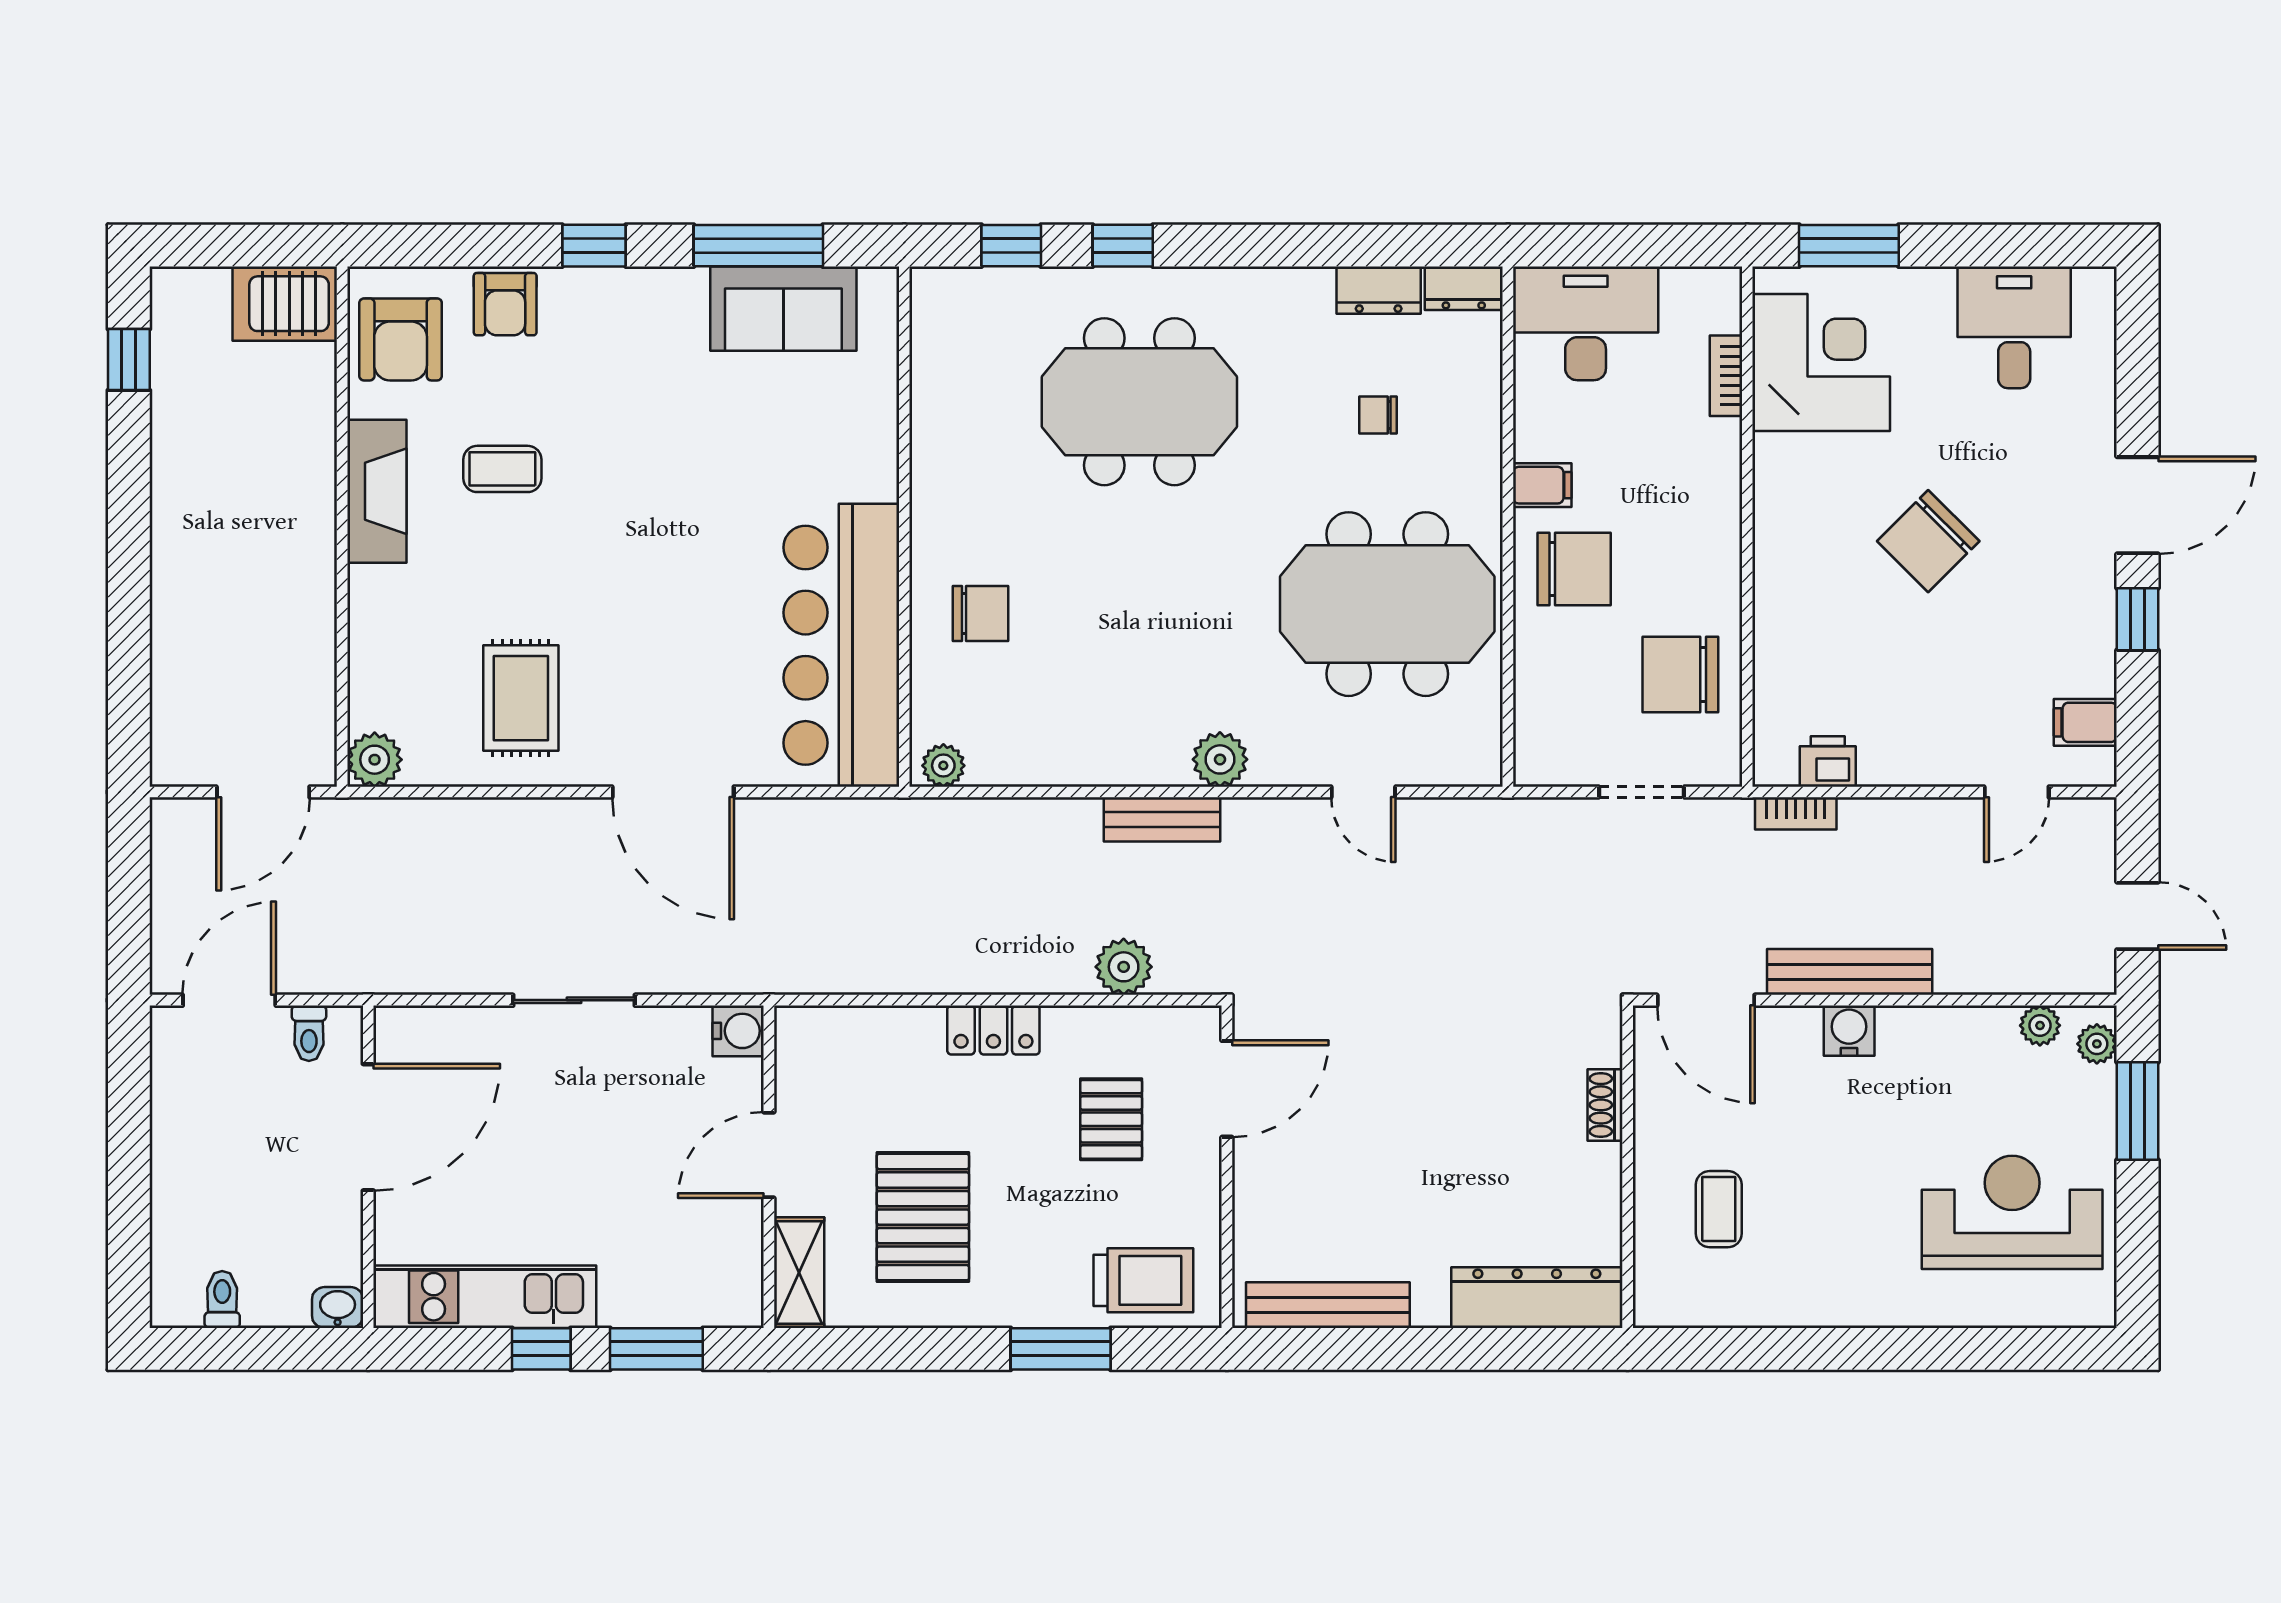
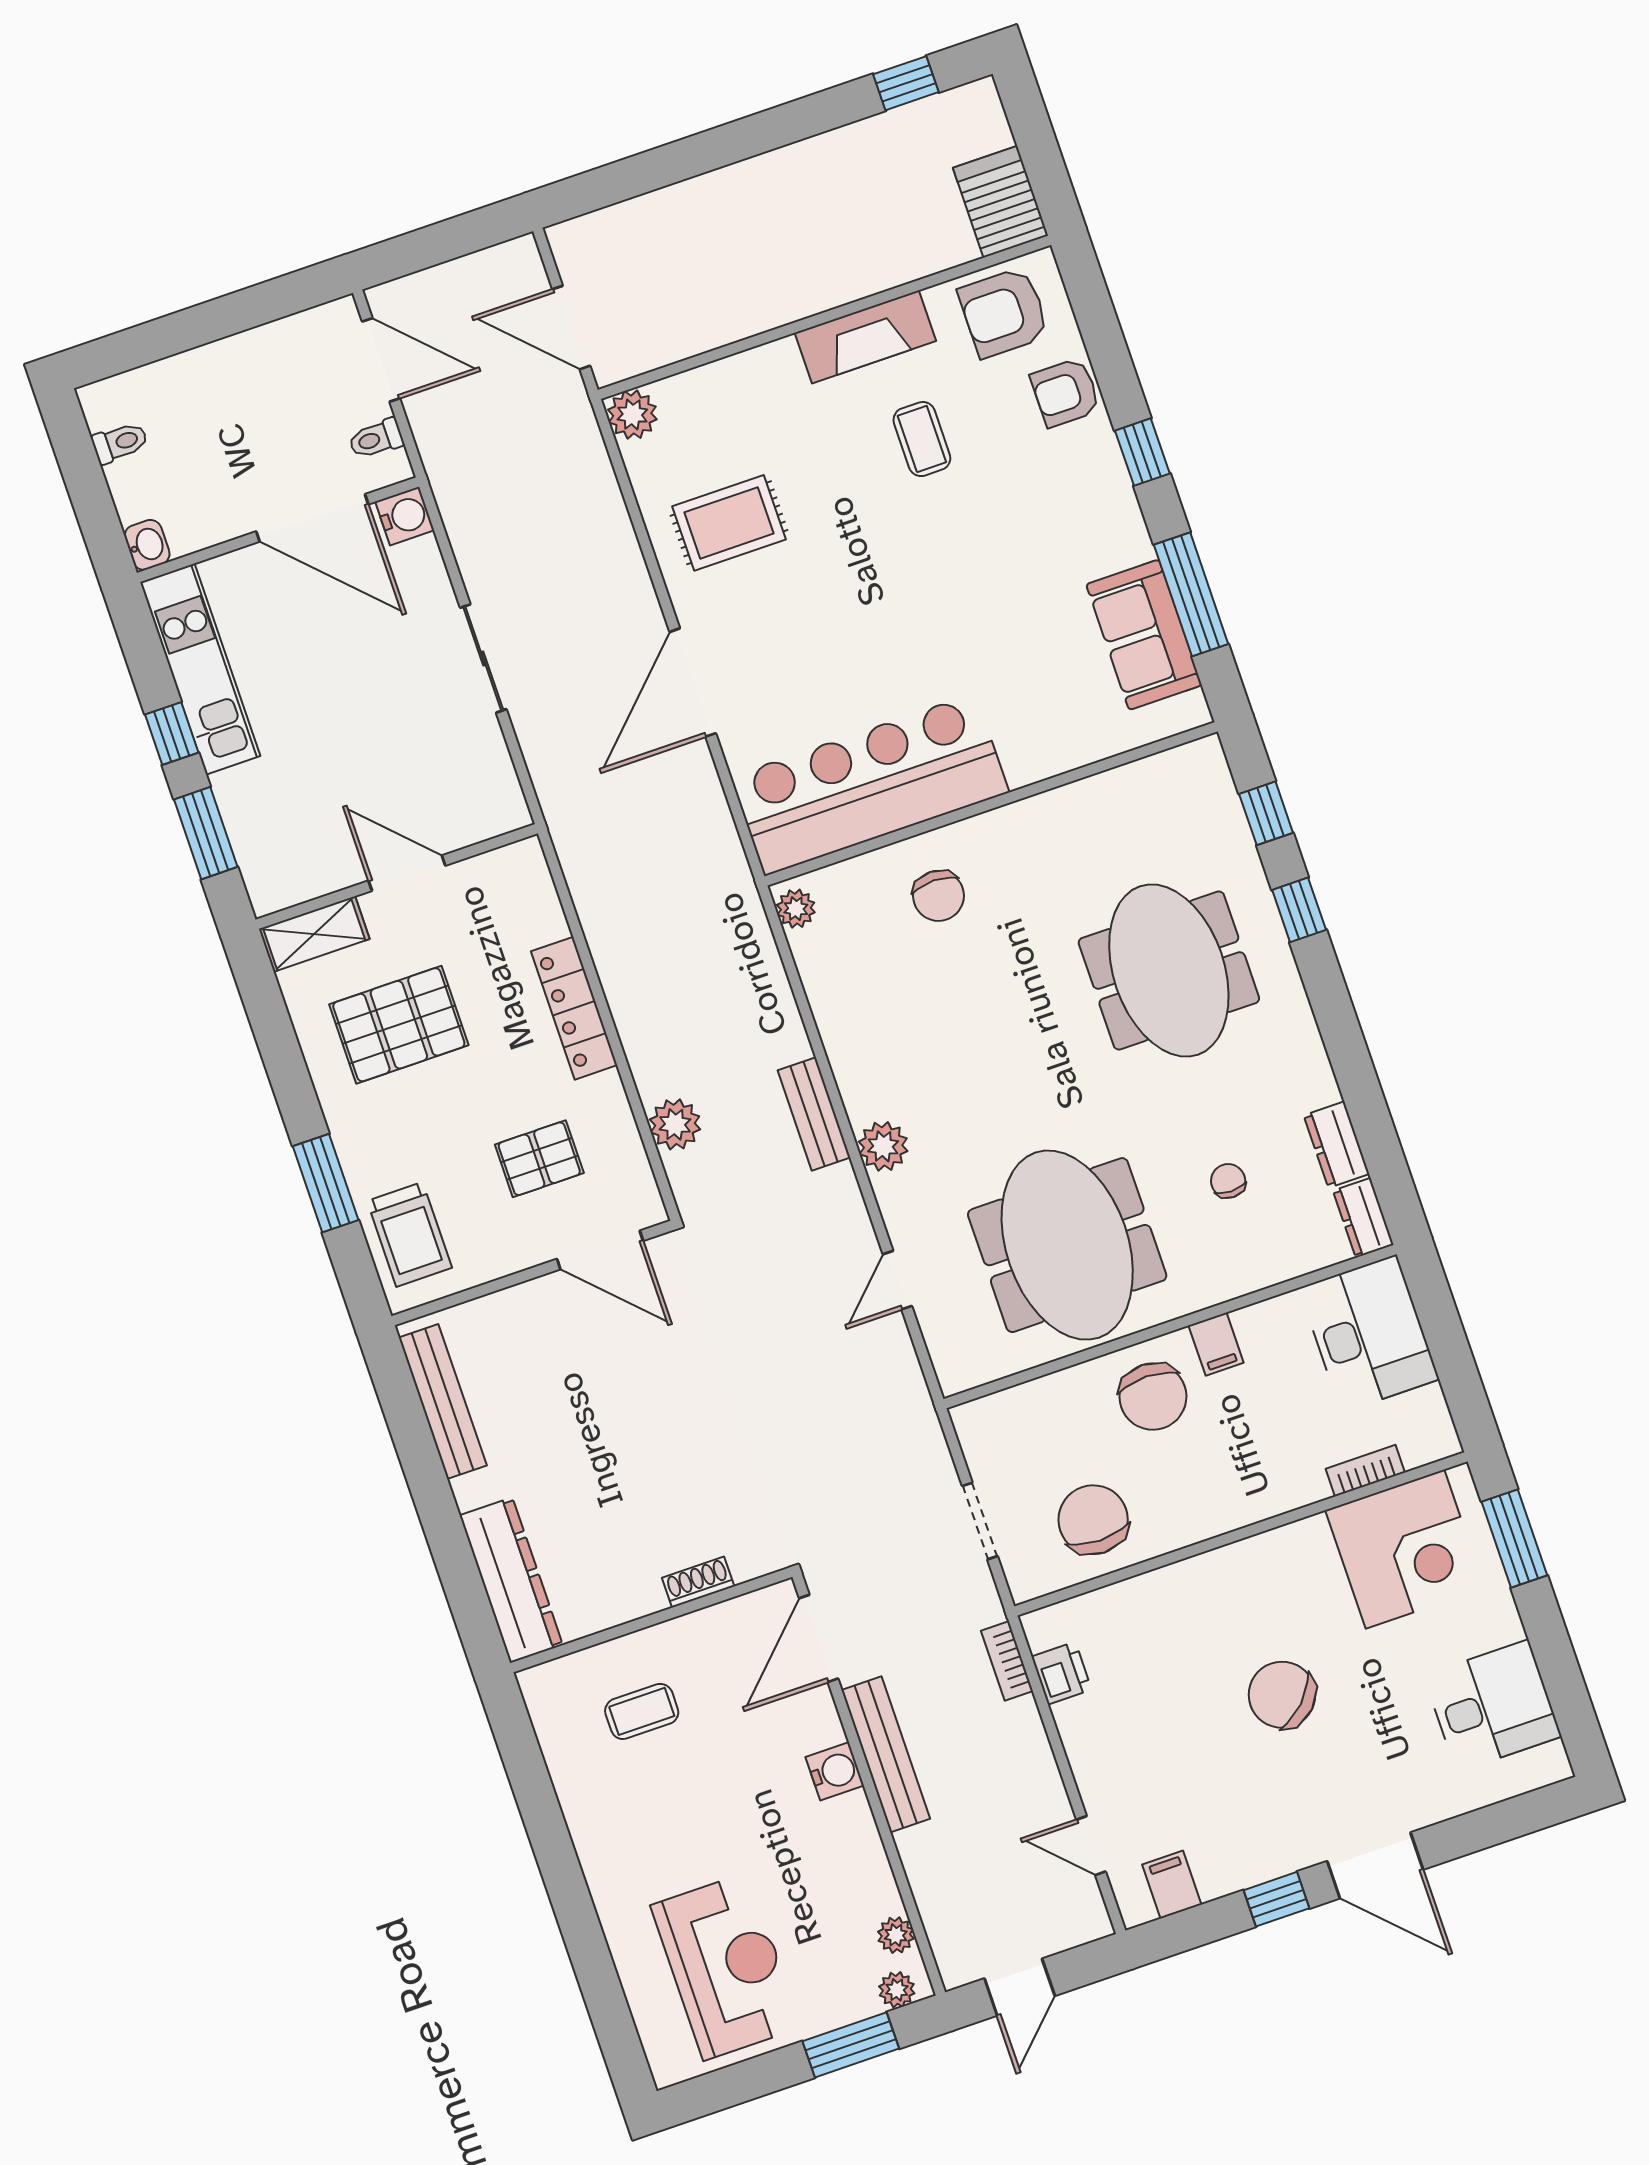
locker: (993, 1030) -> (574, 1008), width x1.53
water cooler: (738, 1031) -> (405, 516), moved, turned -90

